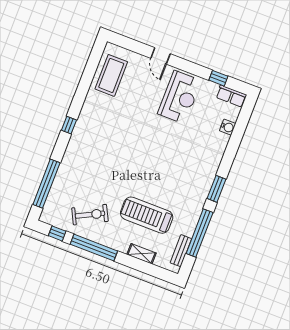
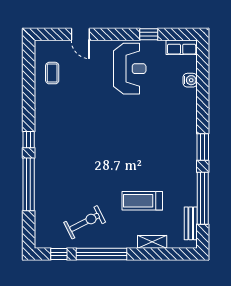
door: (160, 56) -> (80, 34), moved
coffee table: (111, 75) -> (52, 73), width x0.54, depth x0.58
window: (218, 78) -> (149, 34), moved
window: (46, 184) -> (29, 184), moved
treadmill: (147, 215) -> (142, 201), width x0.73, depth x0.73

